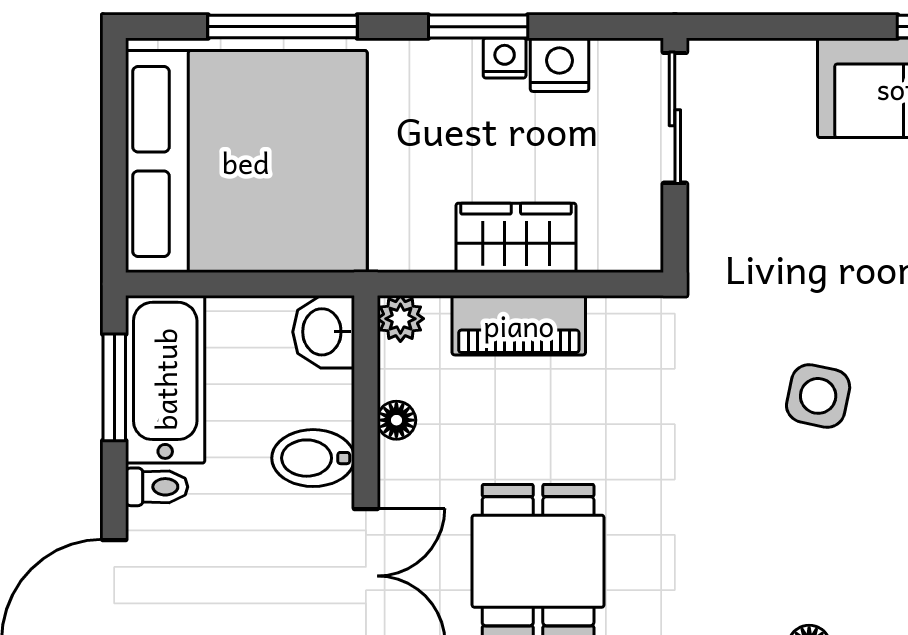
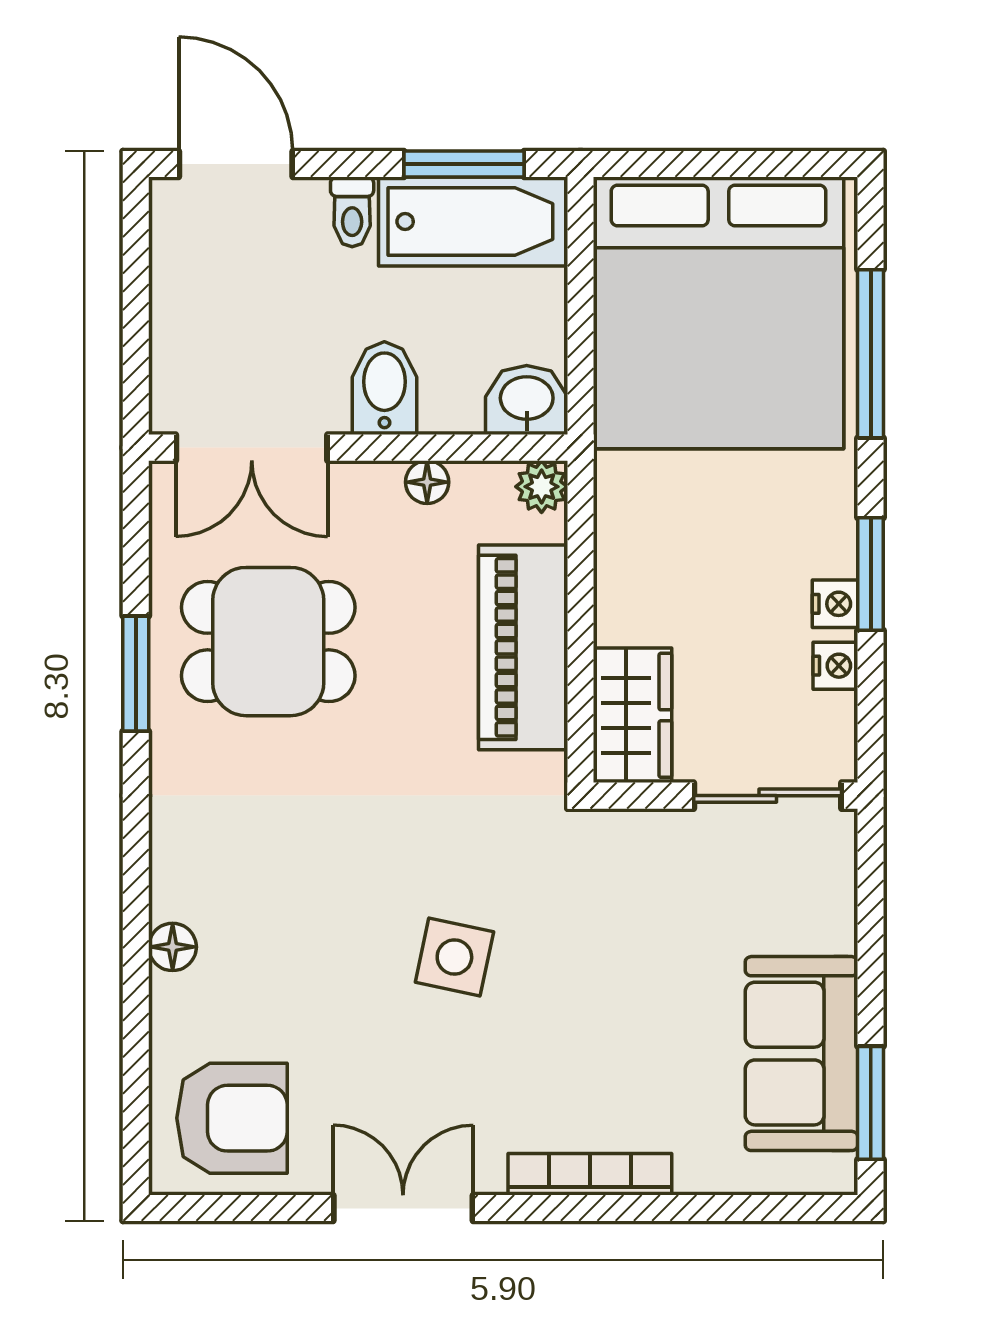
nightstand: (559, 65) -> (835, 666), width x0.72, depth x0.74
wardrobe: (516, 238) -> (633, 715), moved
piano: (519, 325) -> (523, 647), width x1.37, depth x1.33

